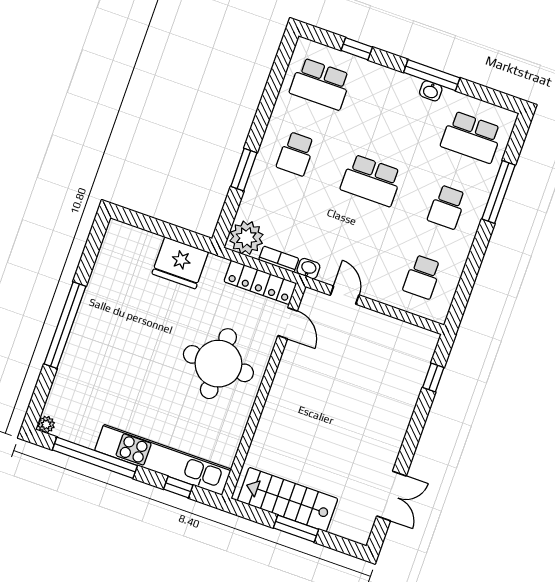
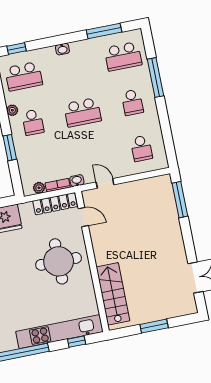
window: (357, 49) -> (17, 48), moved
window: (432, 75) -> (104, 31), moved
washbasin: (431, 91) -> (62, 49), moved
plant: (278, 121) -> (12, 110), added
plant: (246, 238) -> (39, 188), width x0.53, depth x0.53
window: (433, 378) -> (180, 200), width x2.17
stairs: (288, 500) -> (113, 294), moved, turned 90

